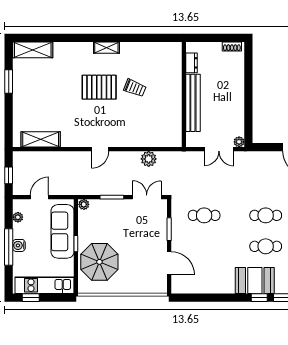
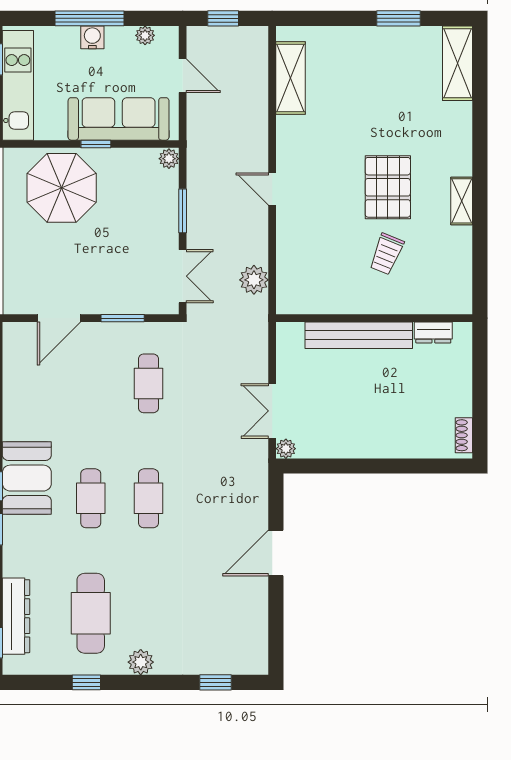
dresser: (191, 63) -> (433, 332), moved
wall: (184, 95) -> (374, 318), moved
bench: (193, 103) -> (359, 335), moved

